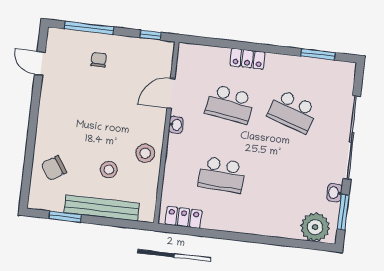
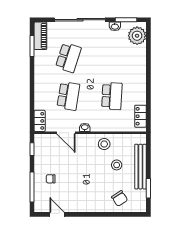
locker: (247, 59) -> (40, 121), moved
door: (40, 63) -> (57, 214), swing flipped
piano: (333, 70) -> (40, 36), added

